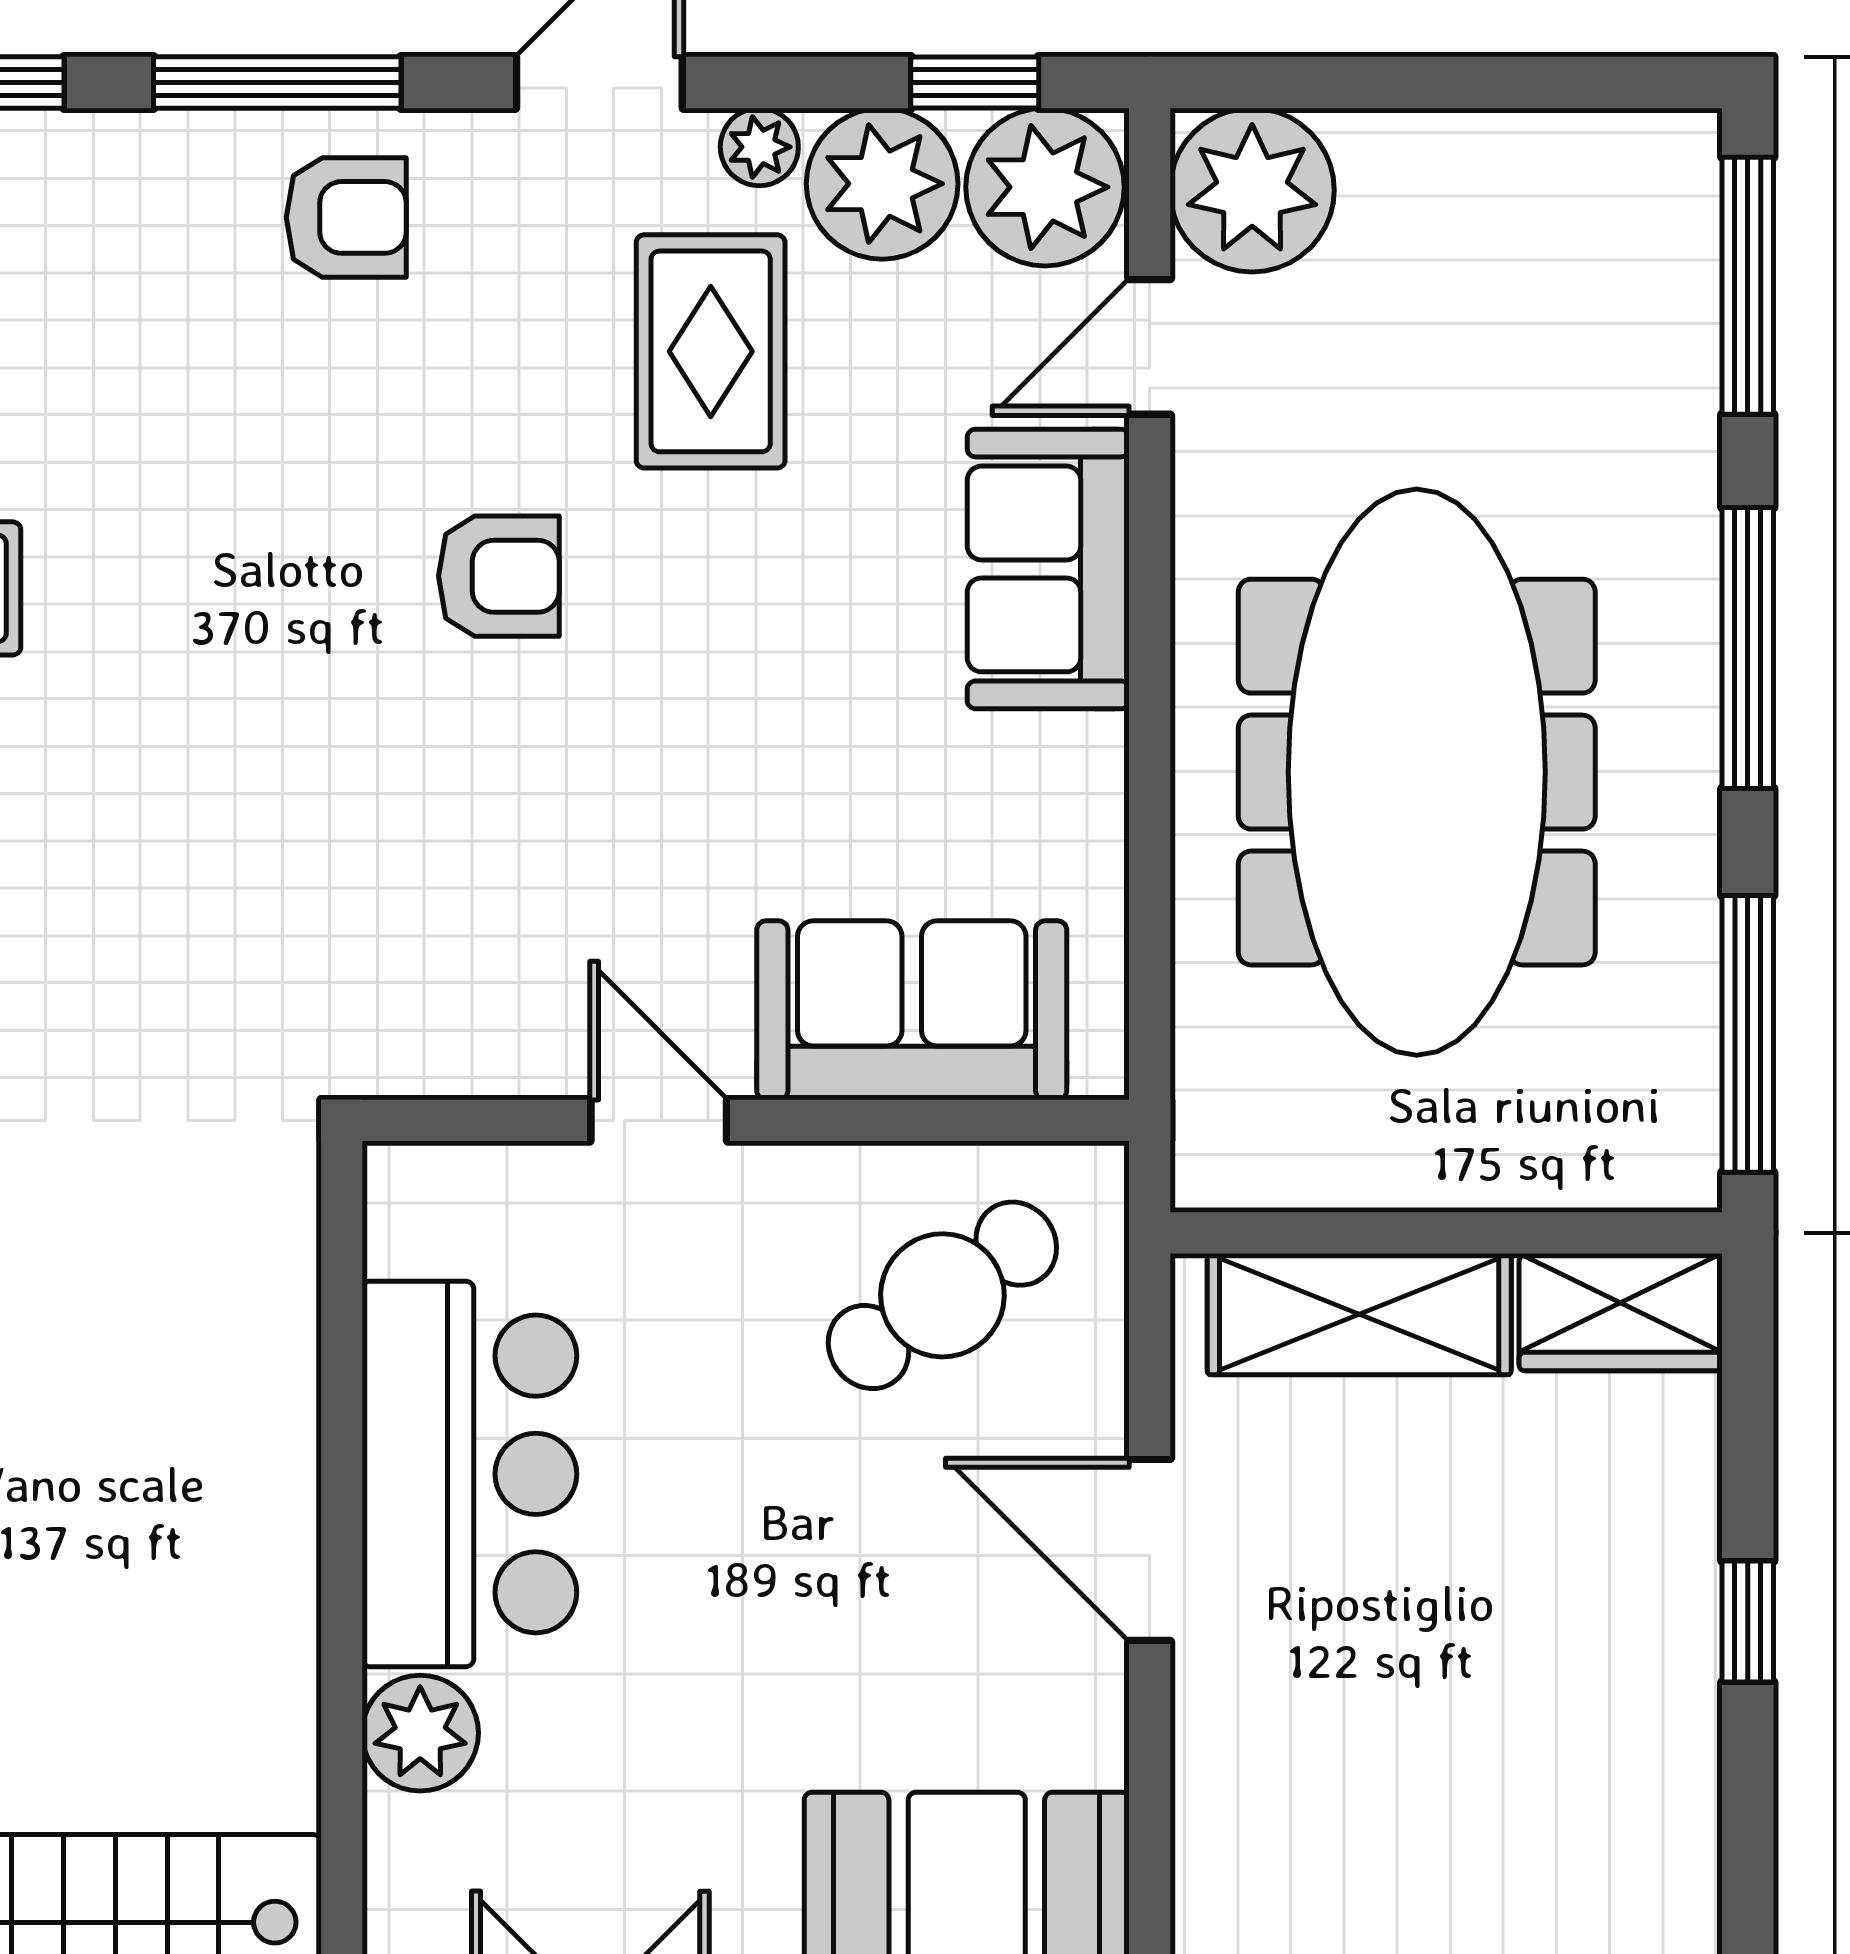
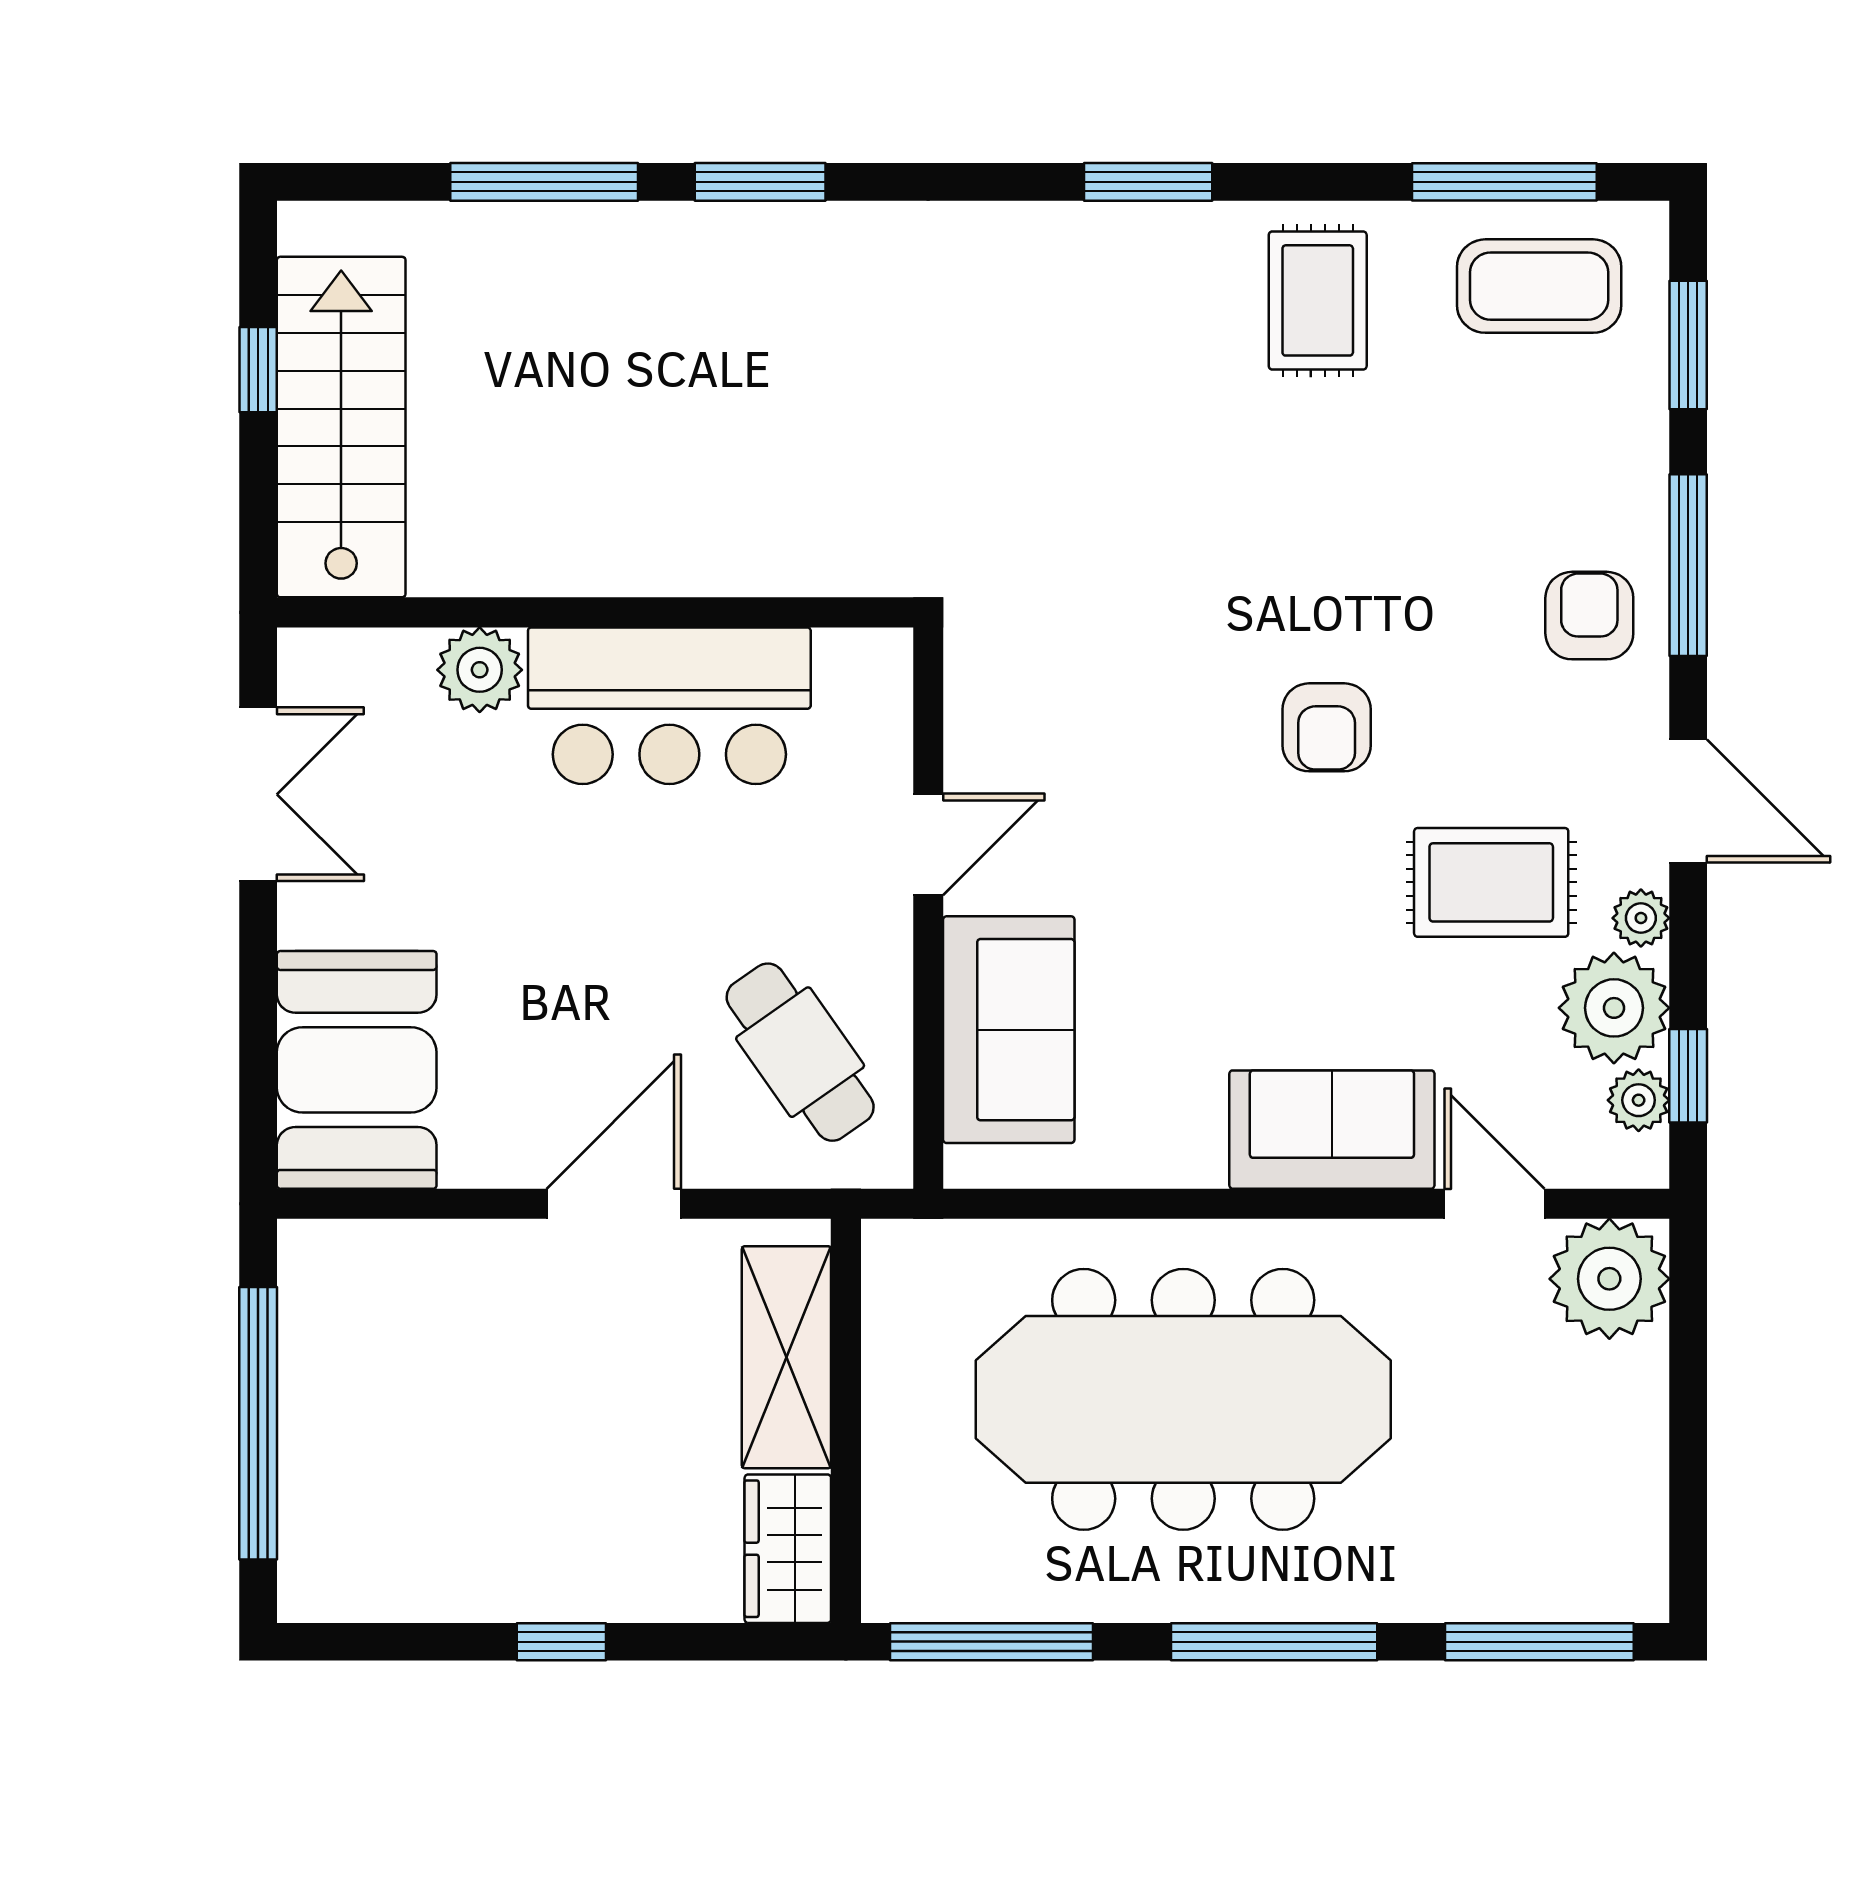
plant: (1045, 187) -> (1639, 1100), width x0.53, depth x0.53
armchair: (346, 217) -> (1589, 616), turned 180

